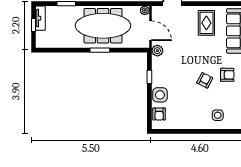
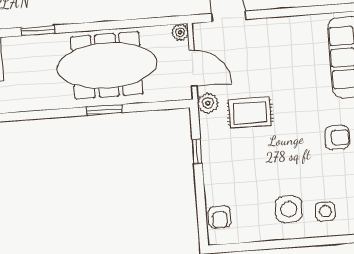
rug: (206, 23) -> (250, 113), moved, turned 90
armchair: (205, 80) -> (297, 150), removed
side table: (160, 95) -> (289, 209), moved

